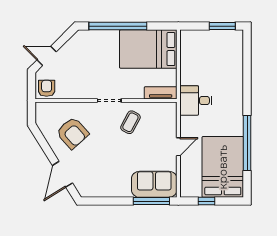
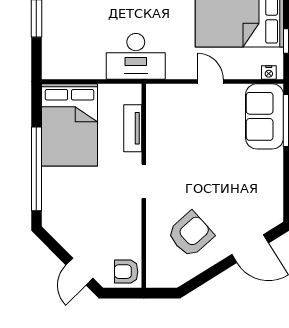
tv unit: (161, 93) -> (133, 128), moved
desk: (196, 101) -> (136, 56), width x1.37
coffee table: (130, 122) -> (175, 151), removed
nightstand: (185, 187) -> (269, 73), added

